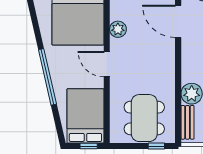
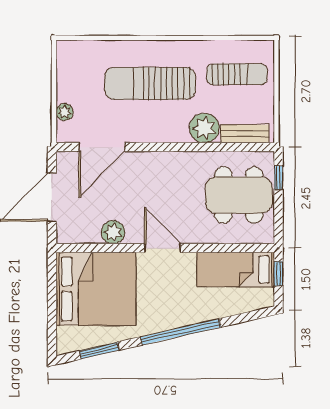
window: (34, 19) -> (99, 351), added
door: (107, 64) -> (162, 248), swing flipped
bed: (85, 116) -> (236, 270), width x0.67

